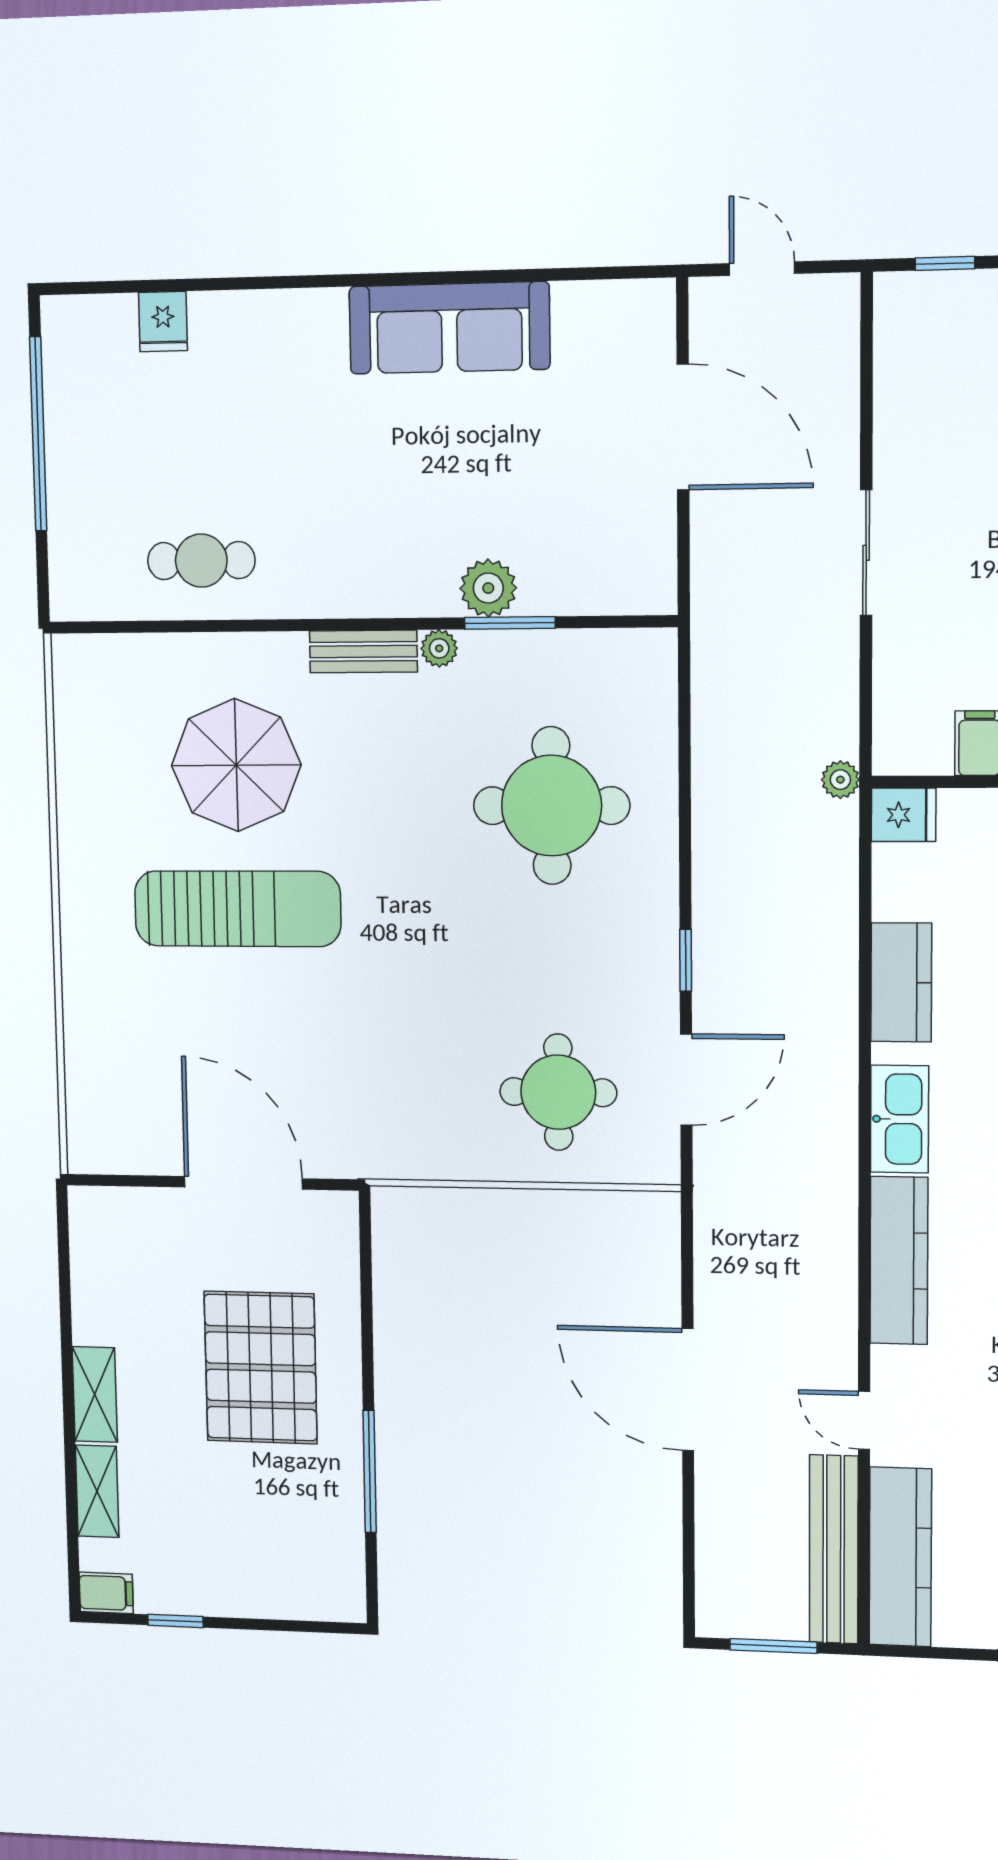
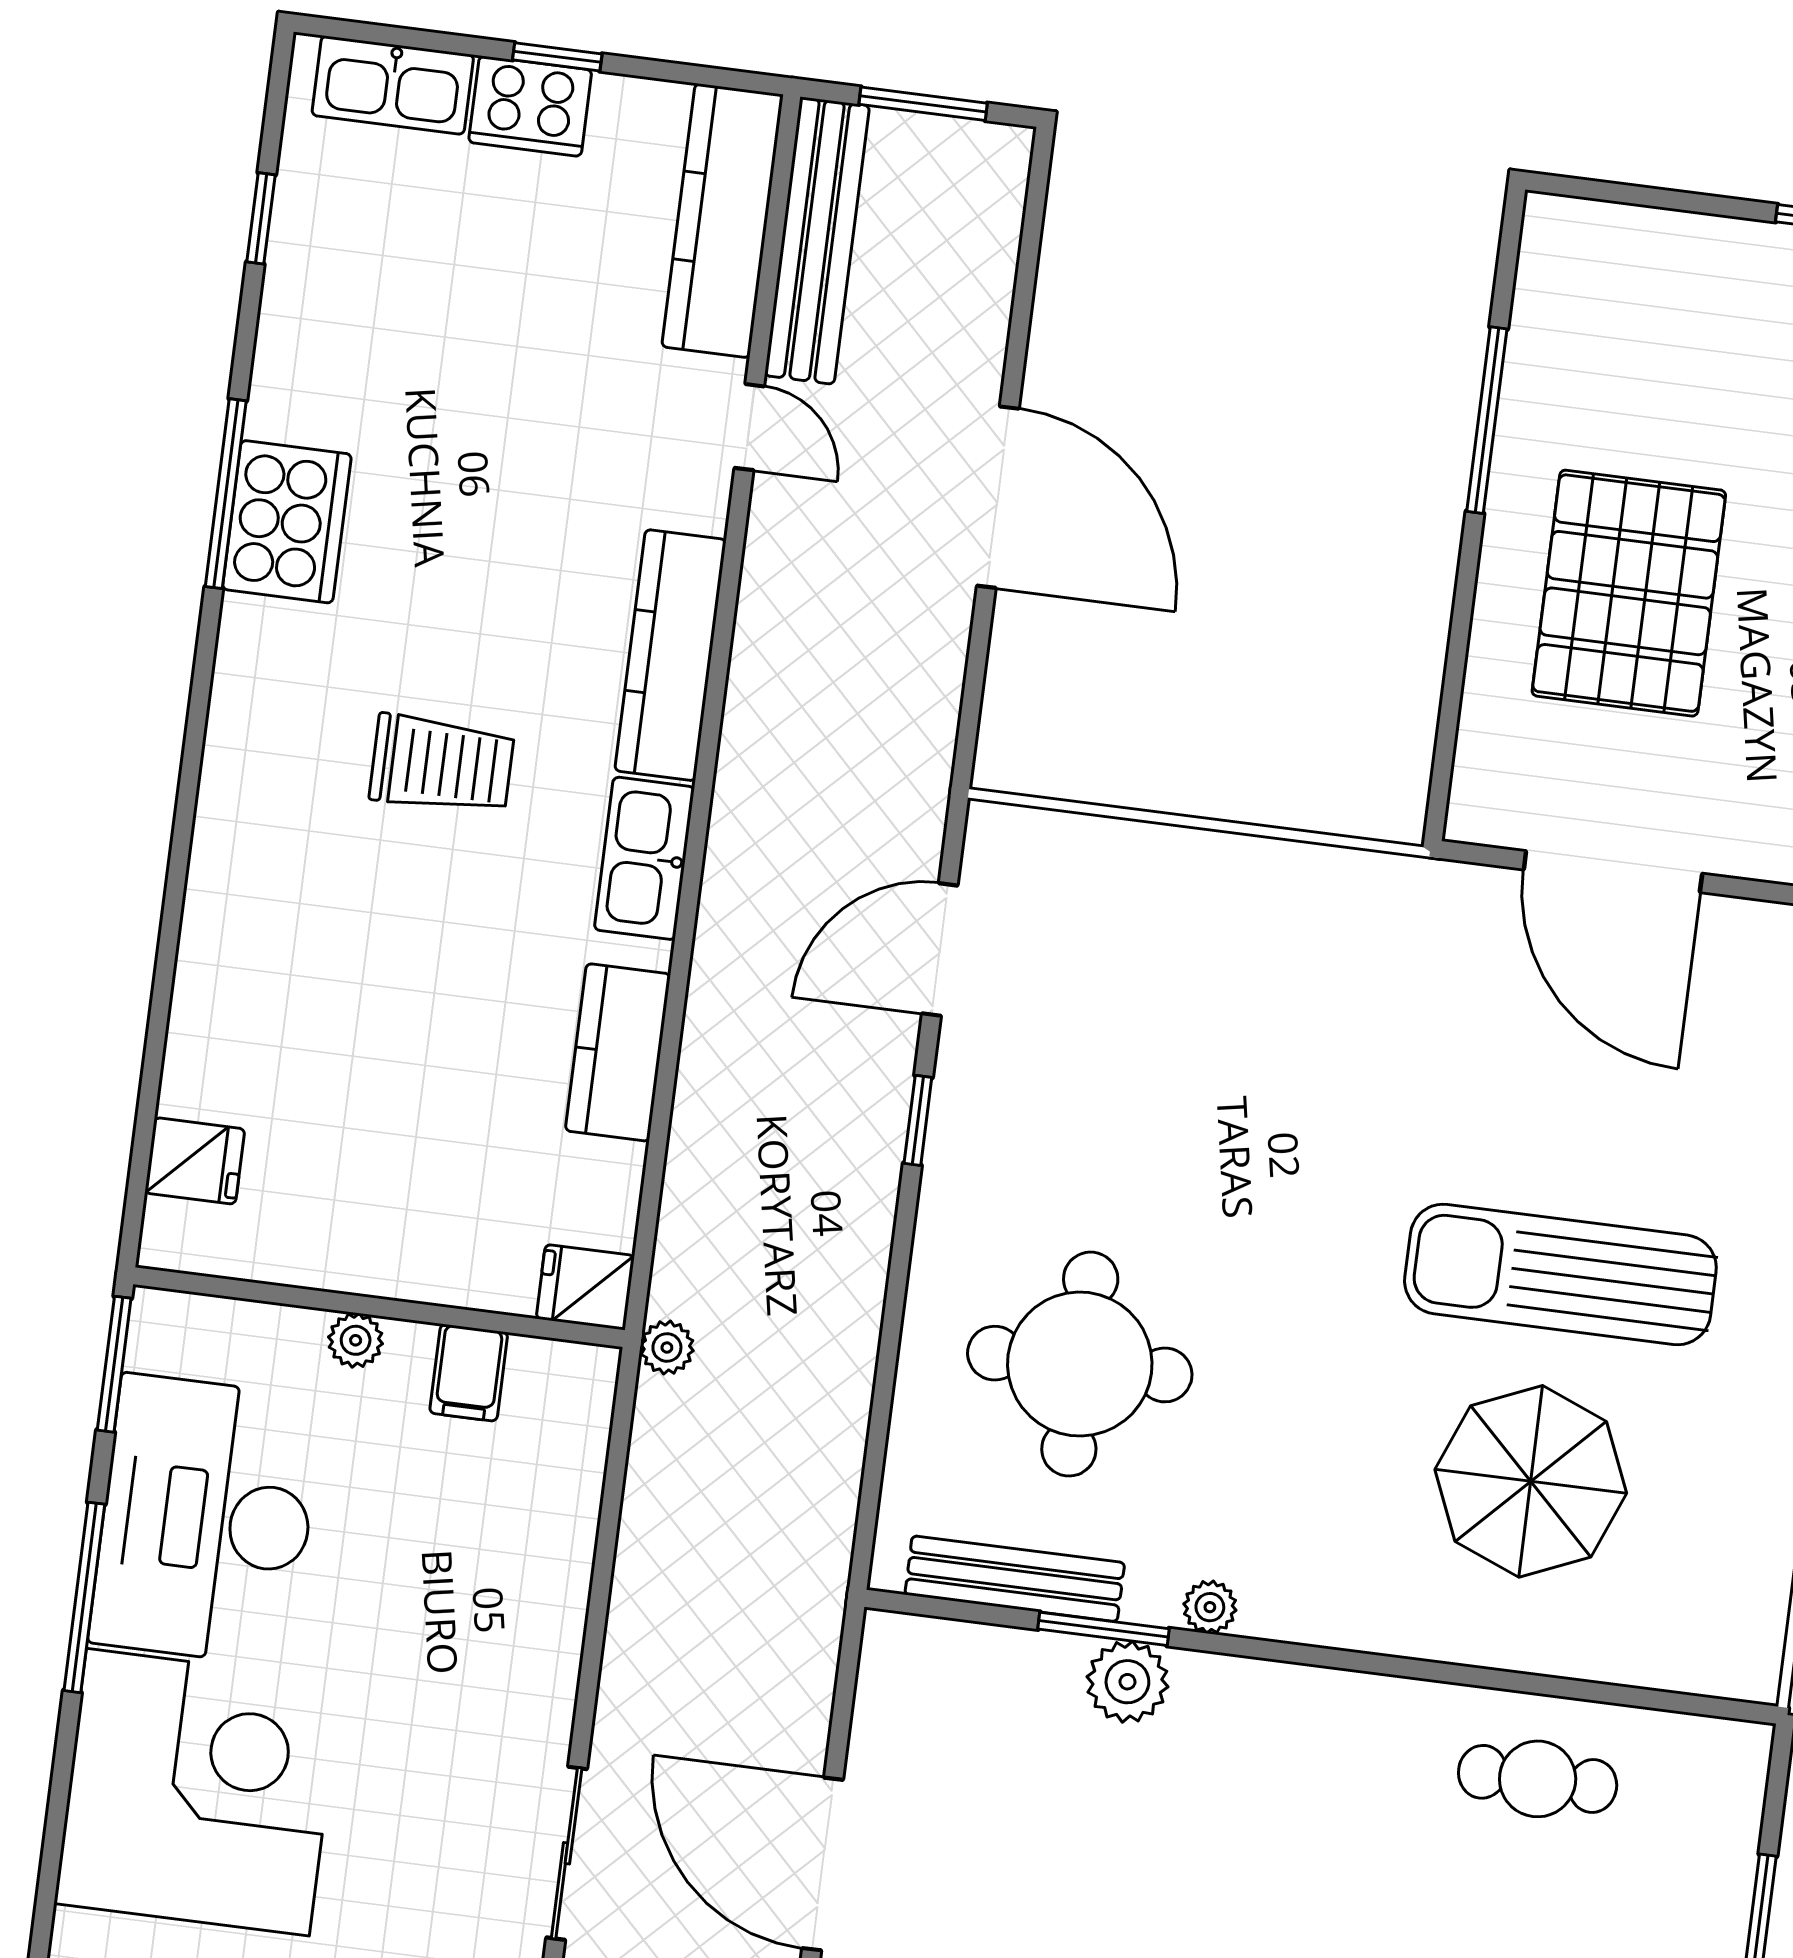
sliding door: (866, 553) -> (567, 1853), moved
bench: (363, 651) -> (1015, 1579), moved, width x1.36
round table: (558, 1092) -> (1127, 952), removed

